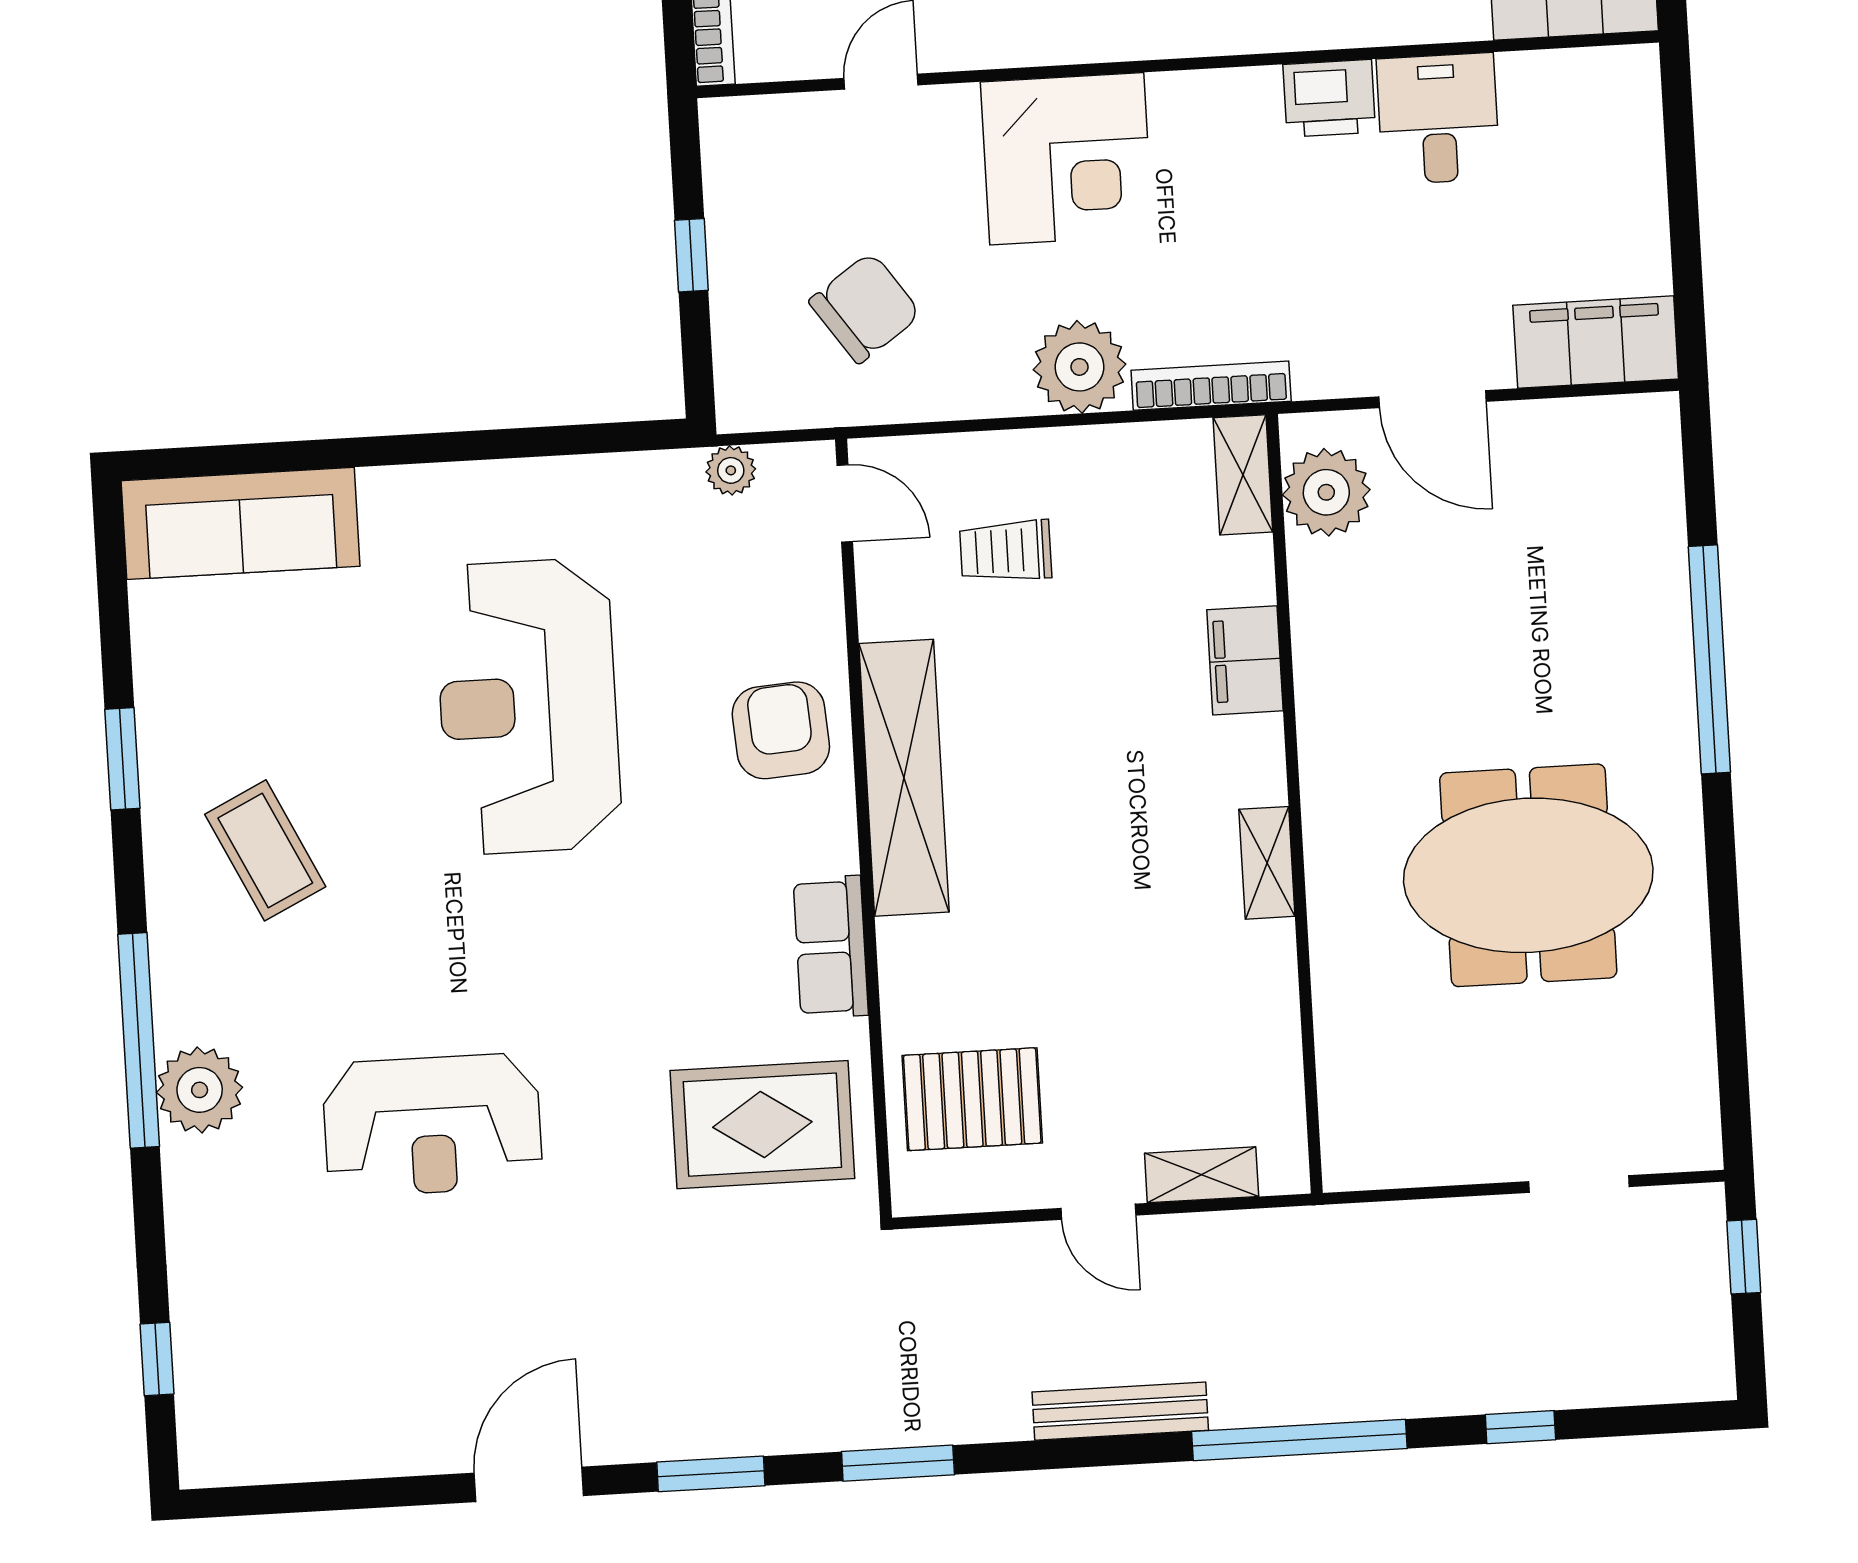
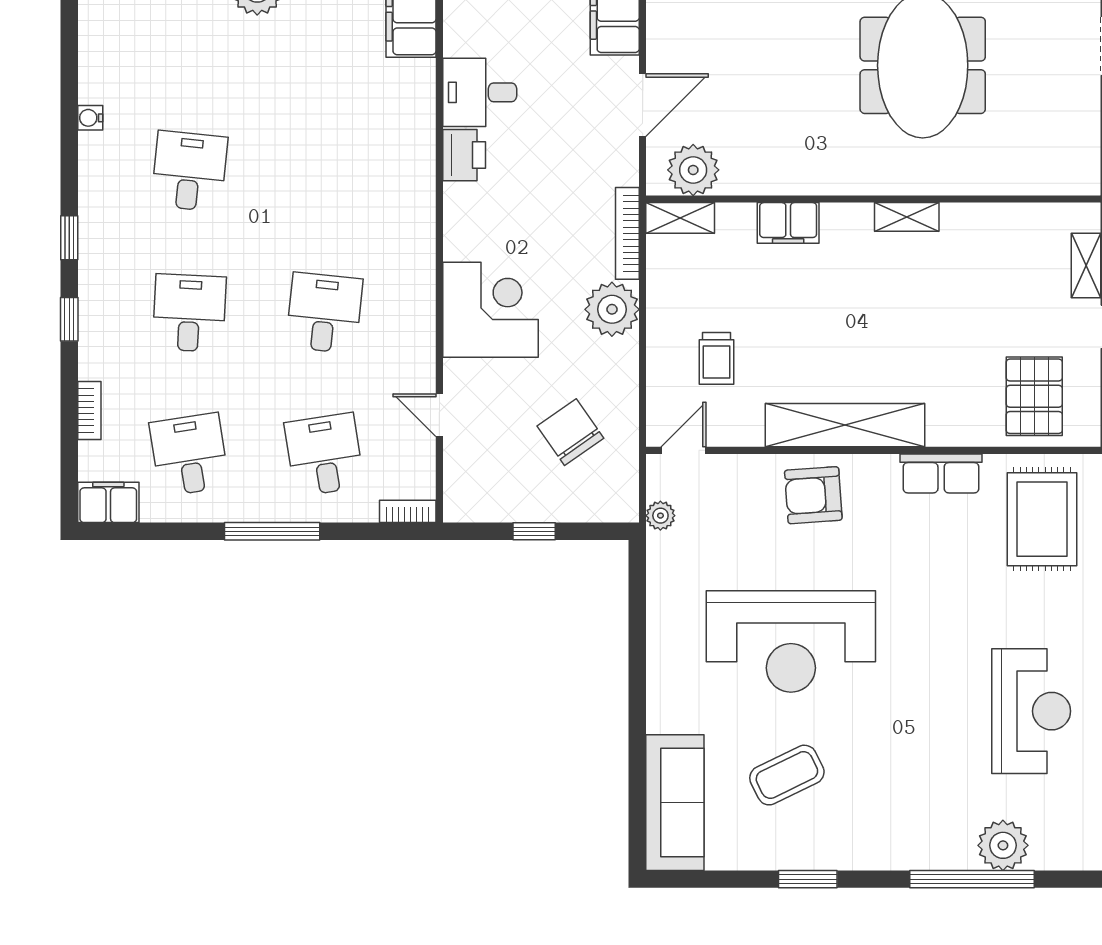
coffee table: (265, 850) -> (787, 775), moved

